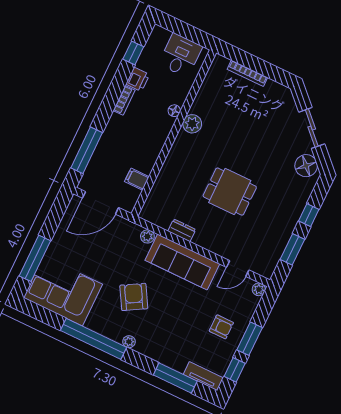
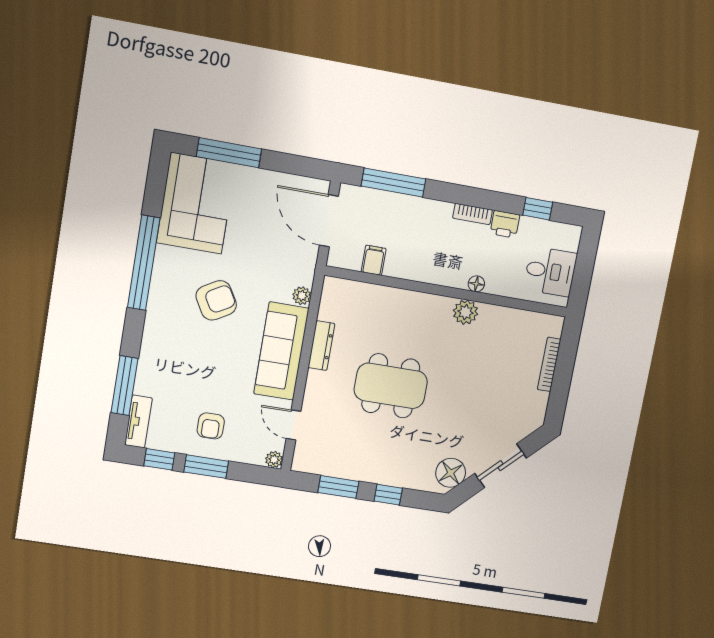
dining table: (230, 192) -> (391, 386), width x1.38
dresser: (182, 230) -> (321, 346), width x1.44
plant: (129, 342) -> (154, 311), removed

